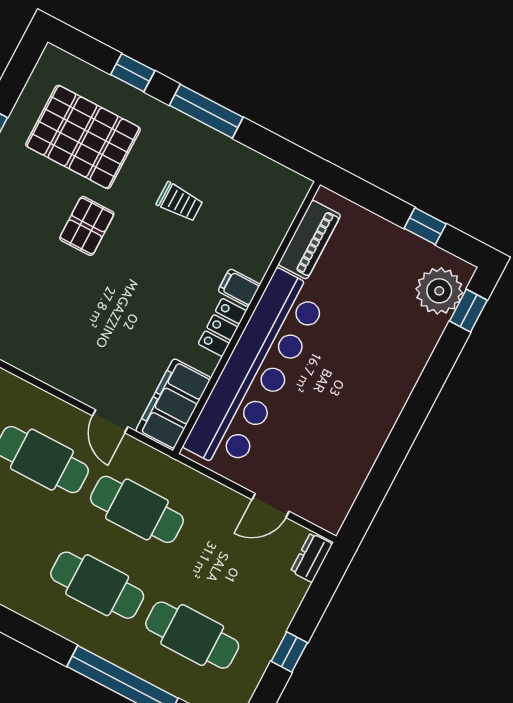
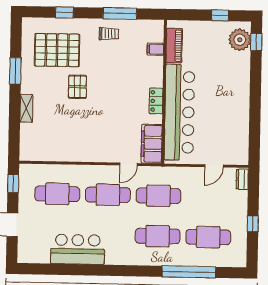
window: (206, 111) -> (120, 14), moved
trolley: (180, 202) -> (109, 34), moved
filing cabinet: (239, 288) -> (155, 49), moved
door: (110, 421) -> (128, 164), hinge flipped

